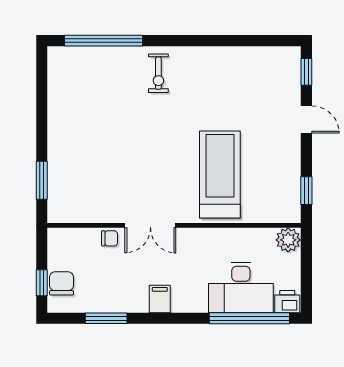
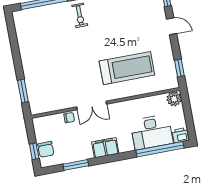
treadmill: (220, 175) -> (127, 68), turned 90
chair: (62, 283) -> (46, 149), turned 180
filing cabinet: (160, 299) -> (105, 148), width x2.00

